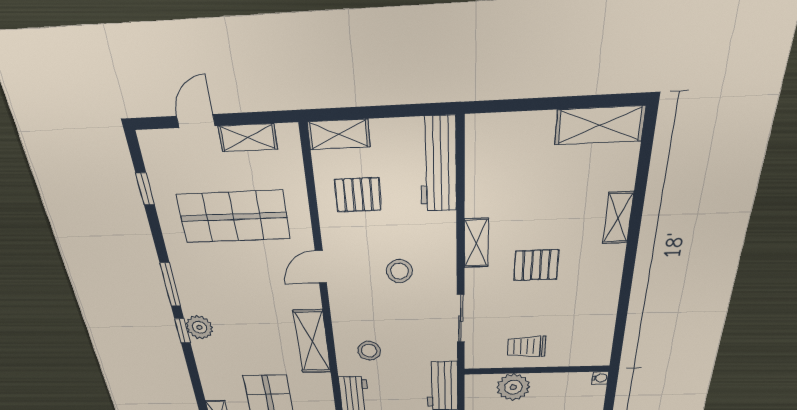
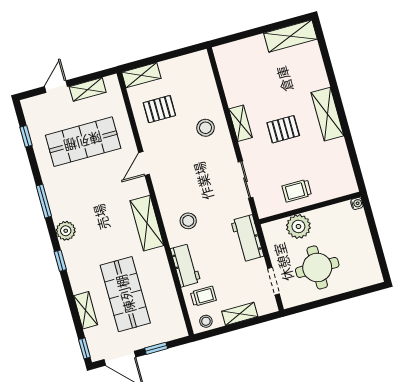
workbench: (438, 165) -> (204, 80), removed
shelving: (618, 218) -> (327, 114), moved, width x1.50, depth x1.33
stool: (399, 271) -> (205, 128), moved
window: (182, 331) -> (60, 261), moved

